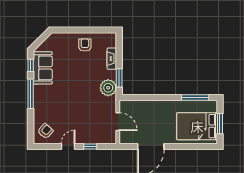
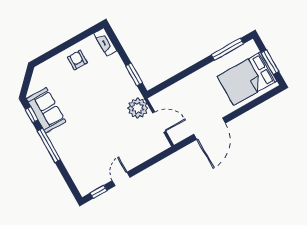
fireplace: (112, 59) -> (105, 42), moved
plant: (108, 88) -> (138, 108), moved
armchair: (45, 131) -> (87, 176), removed
window: (90, 146) -> (99, 192), moved

